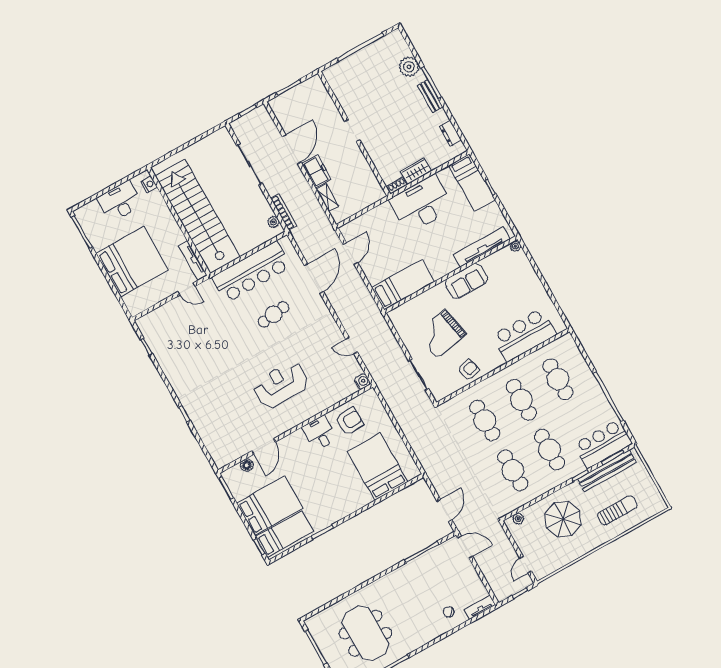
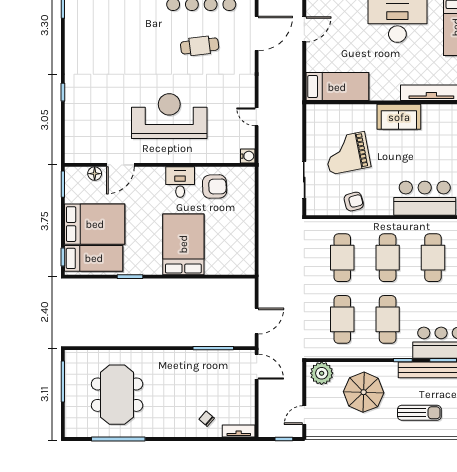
reception desk: (281, 385) -> (169, 116), width x1.36, depth x1.30
bed: (378, 467) -> (183, 244), moved
plant: (518, 519) -> (322, 373), width x1.88, depth x1.88

